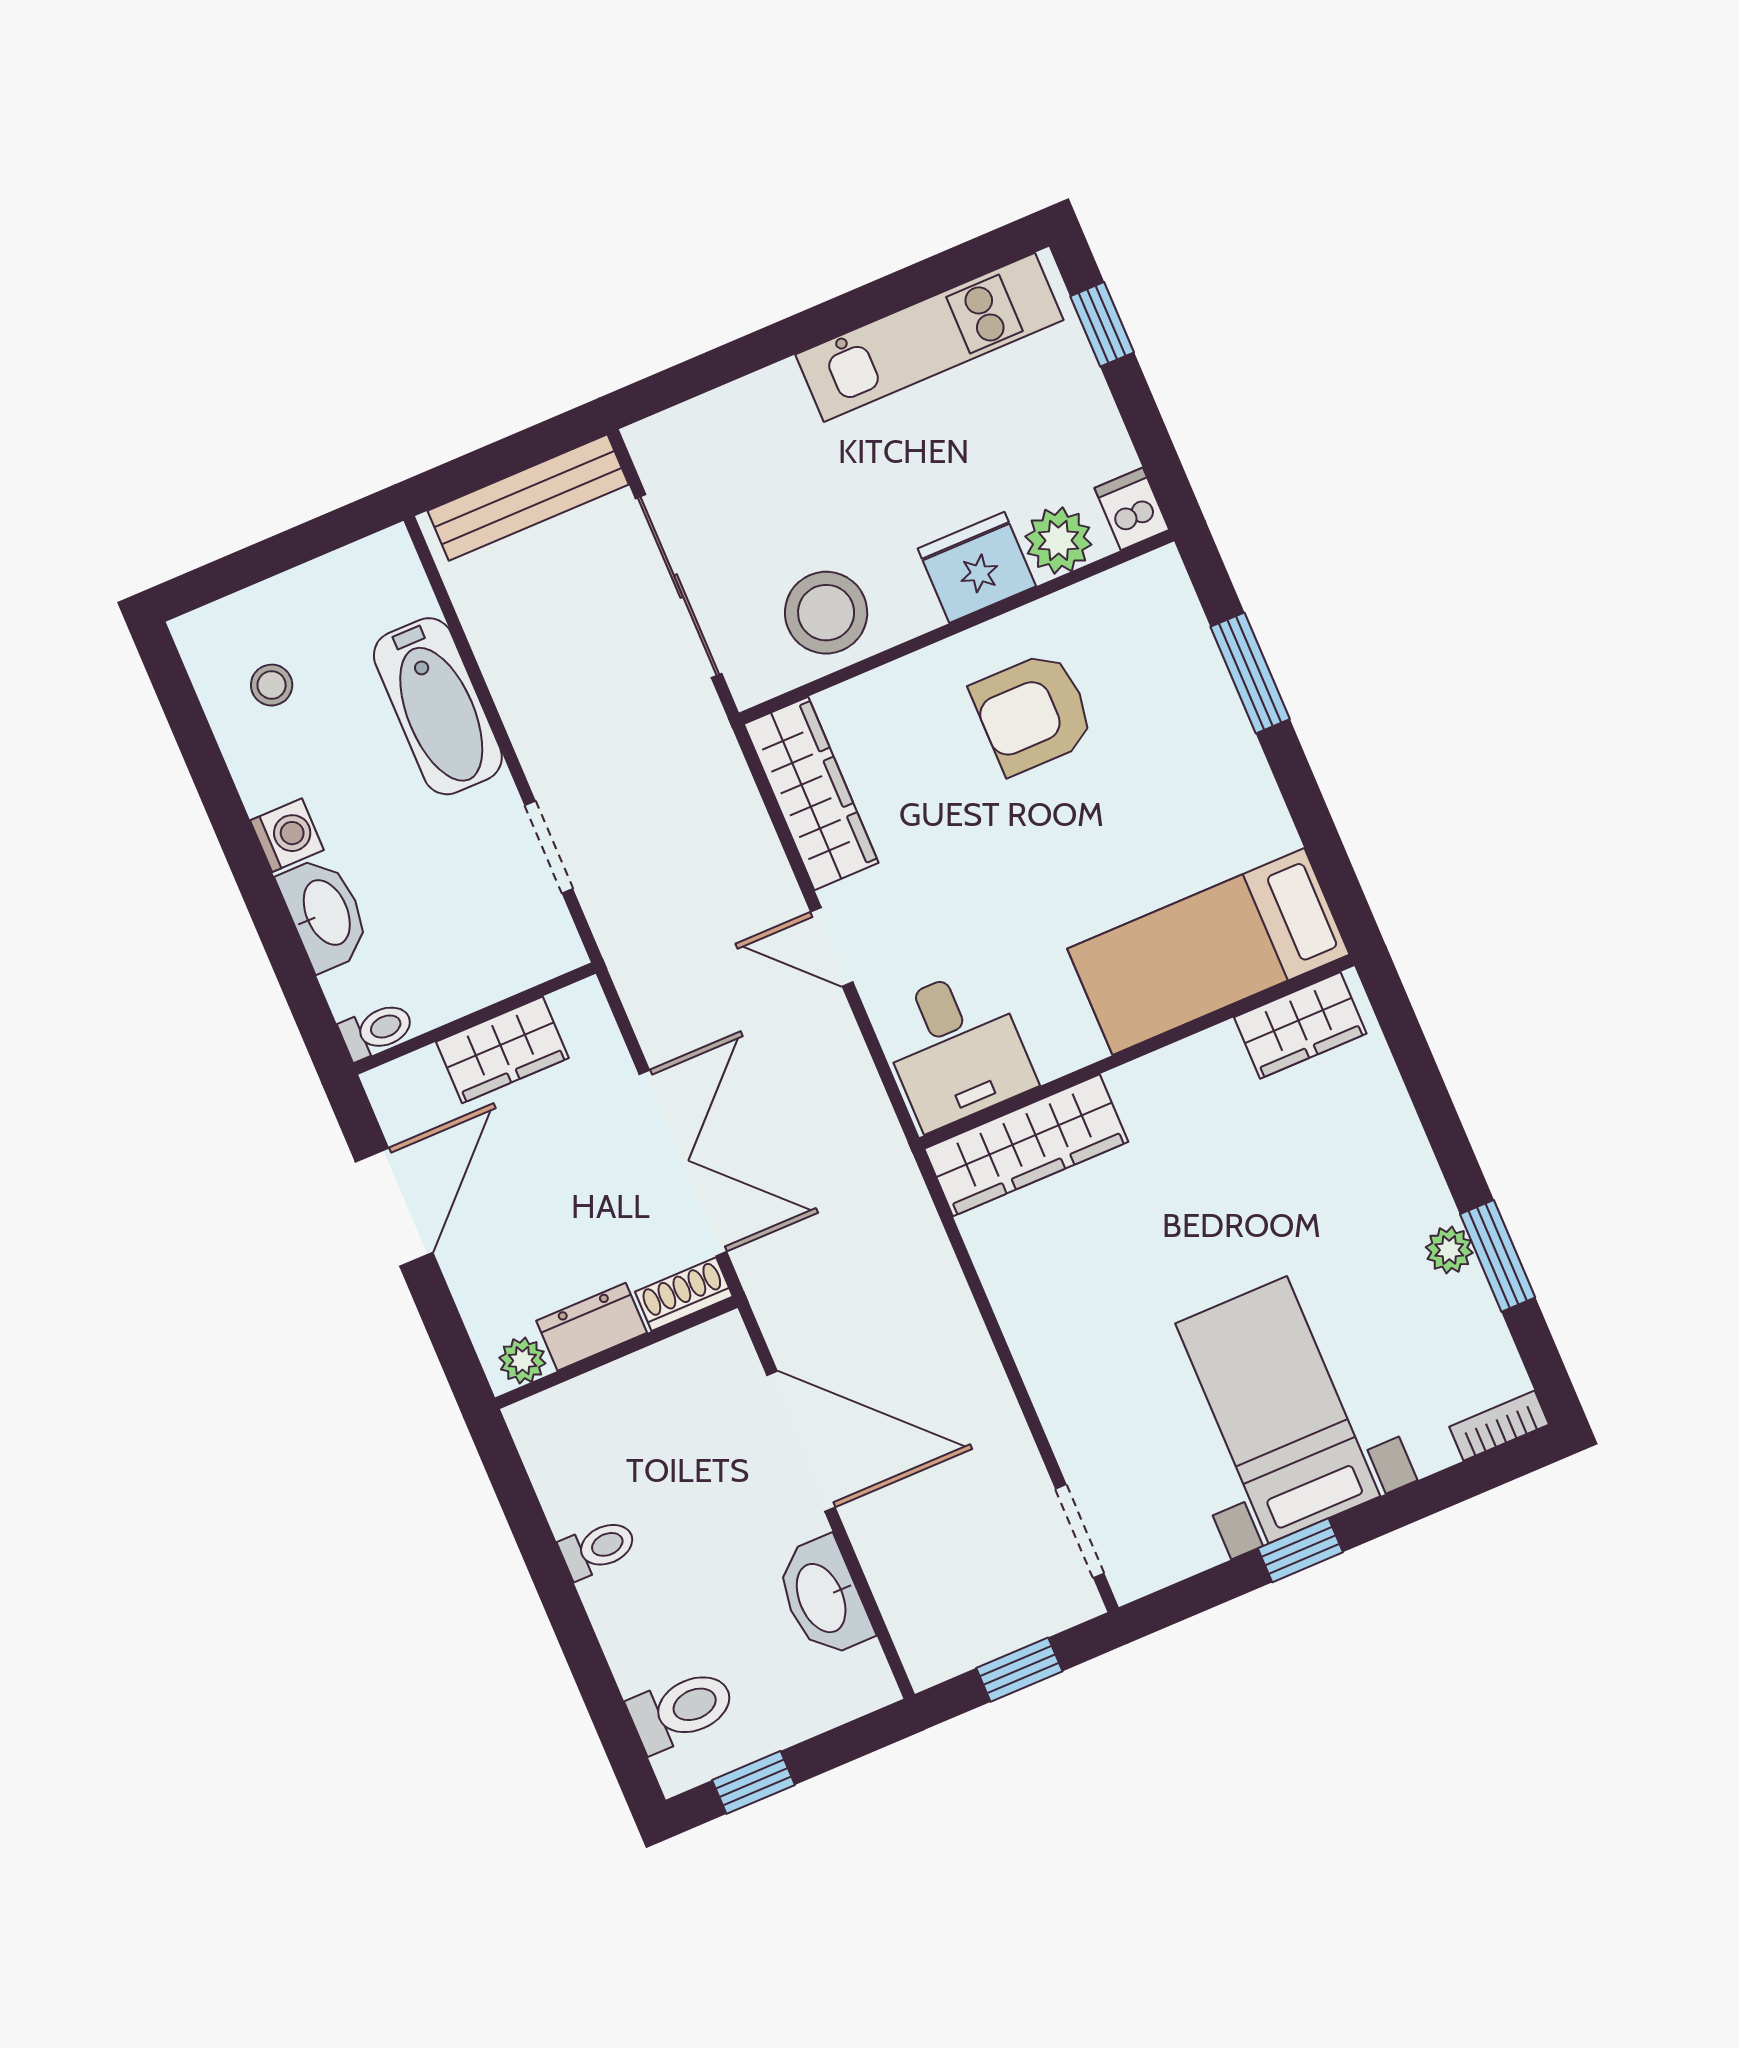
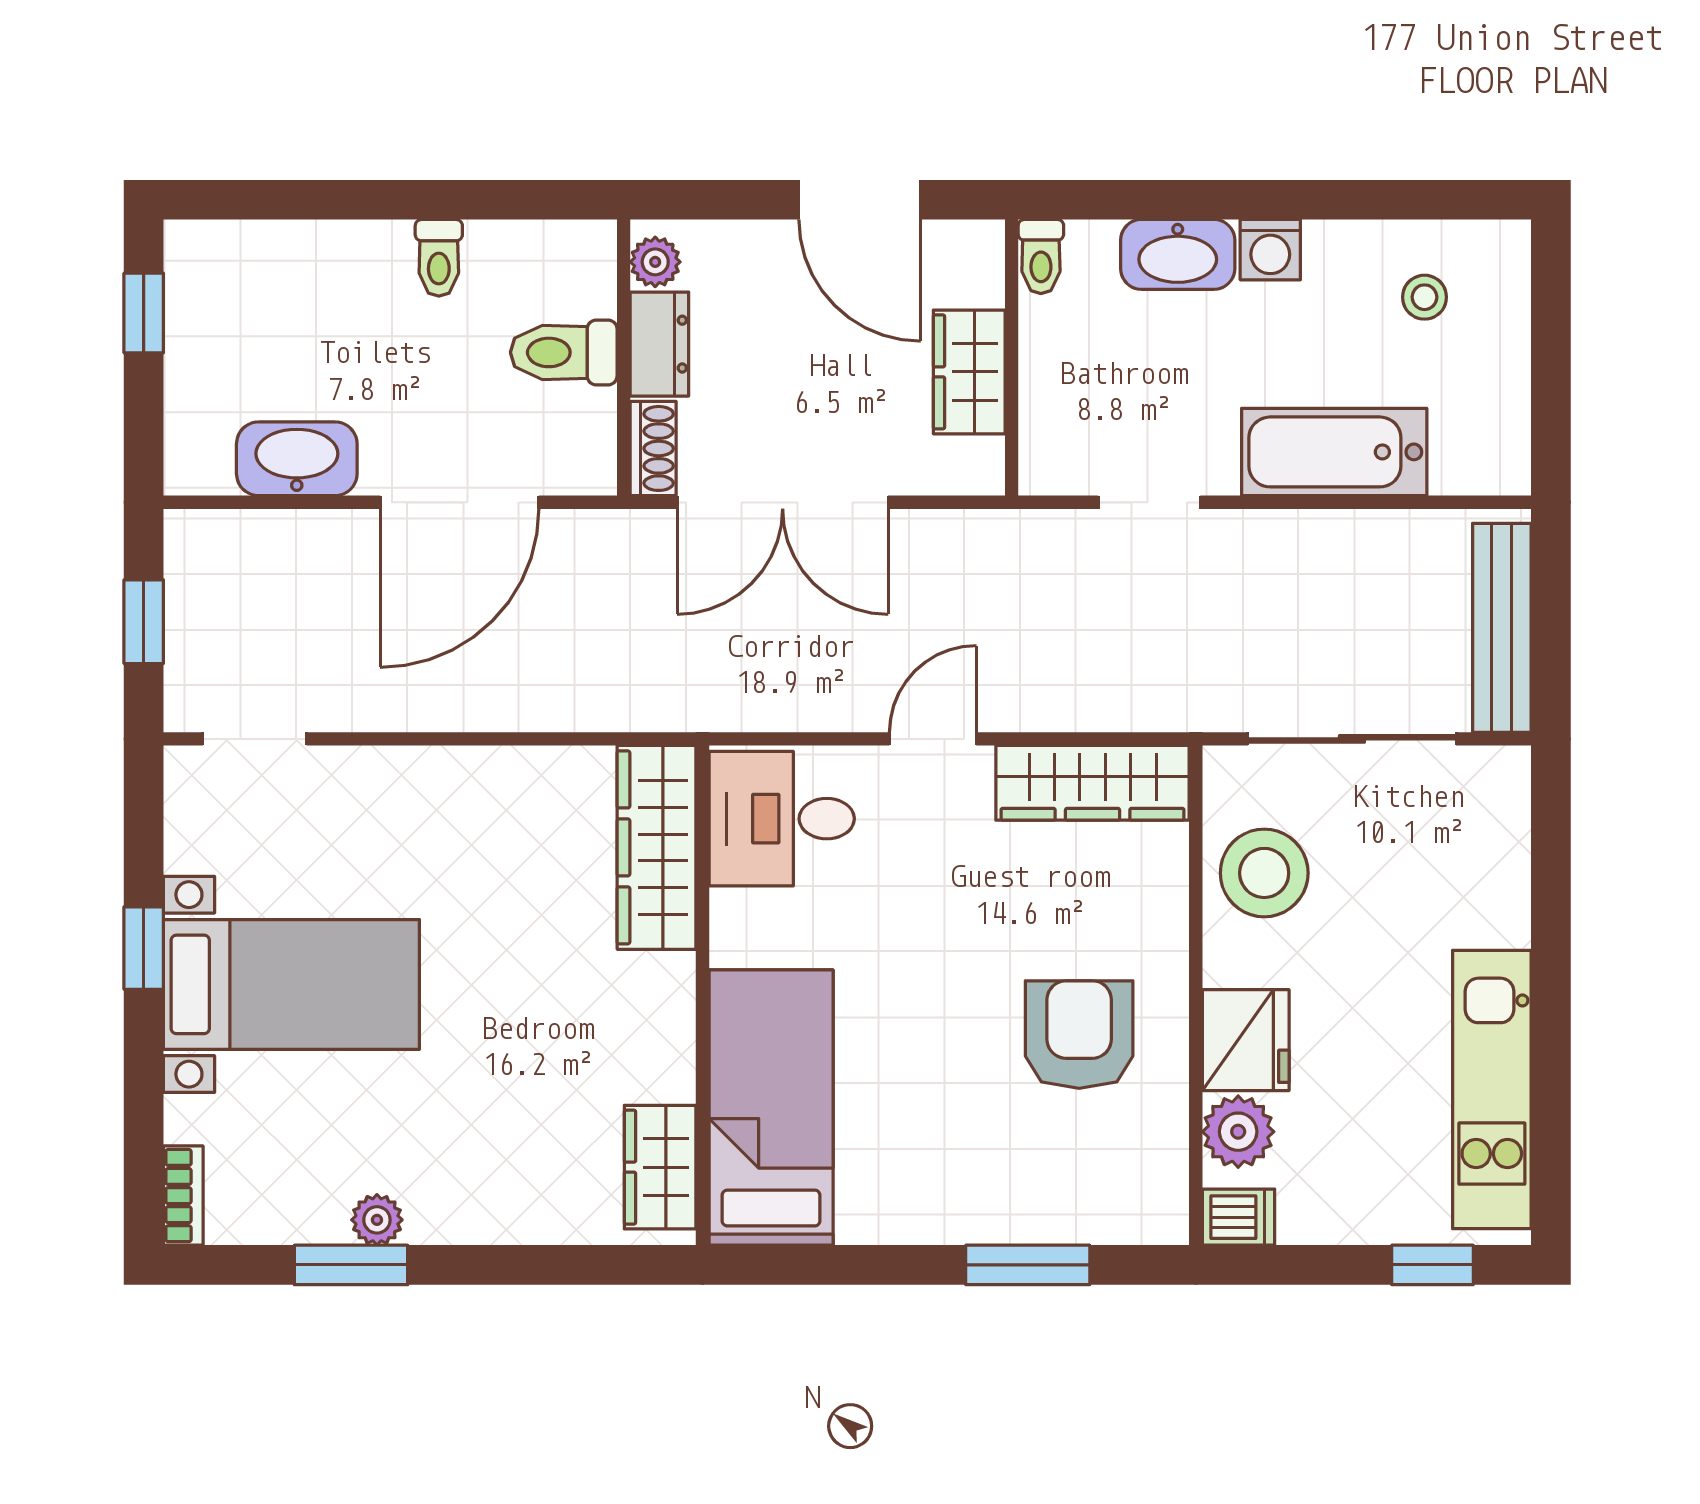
toilet: (682, 1710) -> (564, 352), moved, turned 90

